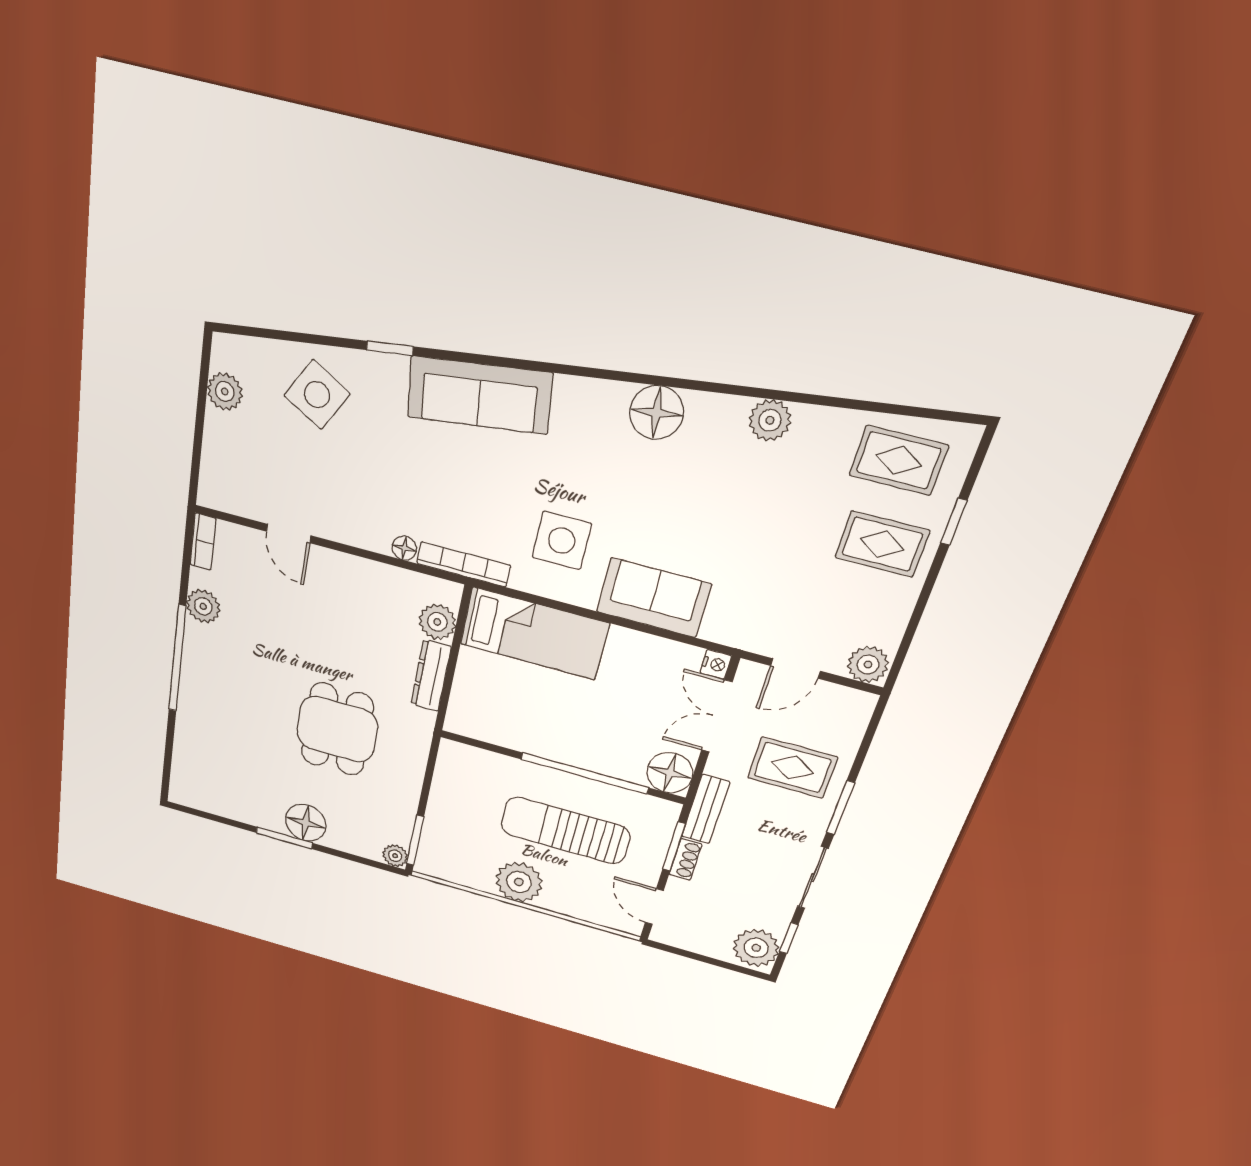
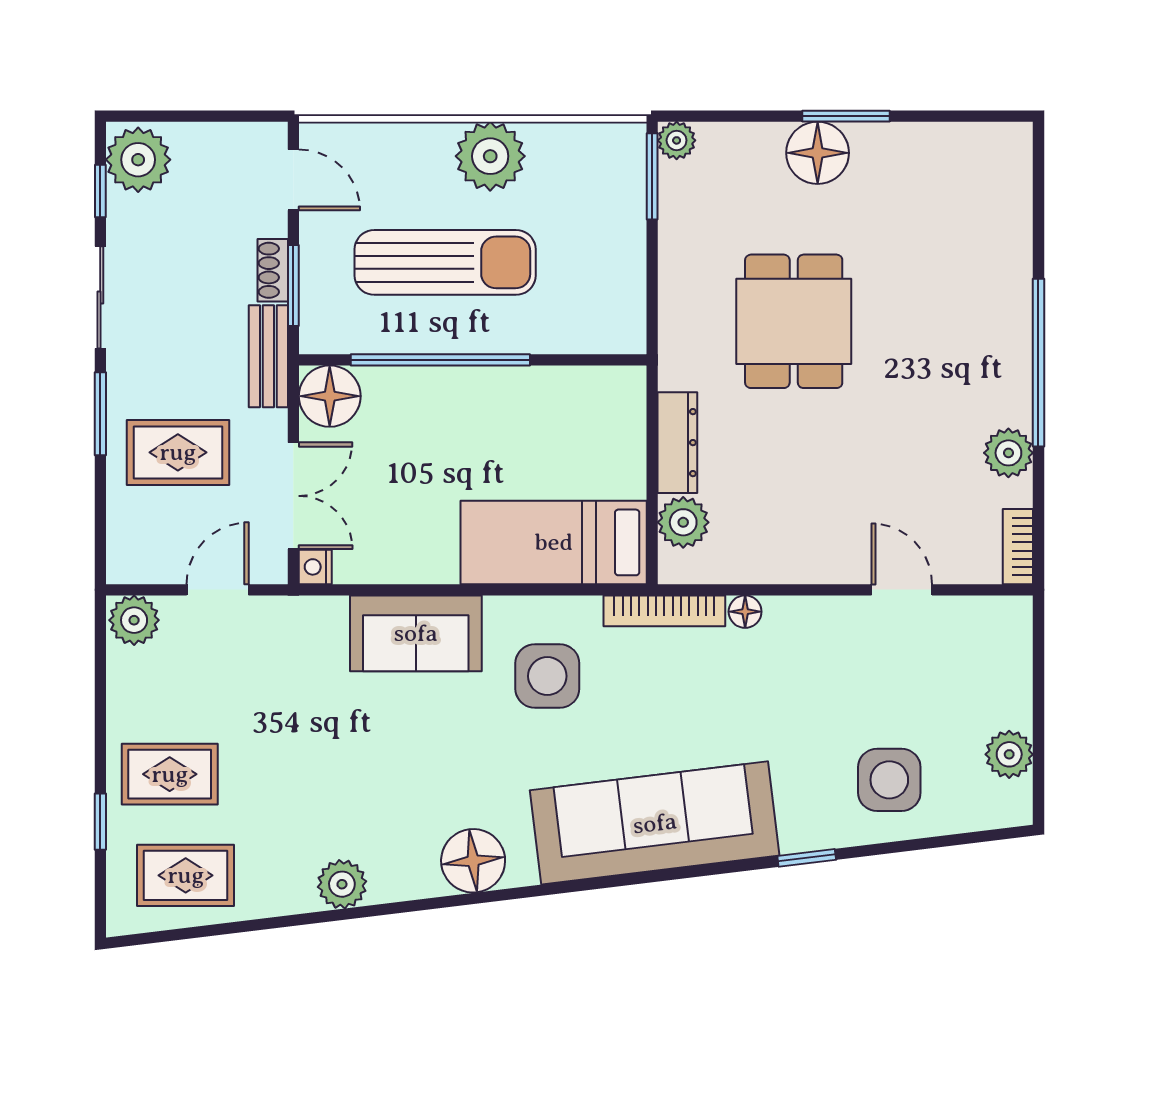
side table: (317, 395) -> (889, 780), turned -30
sofa: (479, 395) -> (655, 823), width x1.36, depth x1.27

